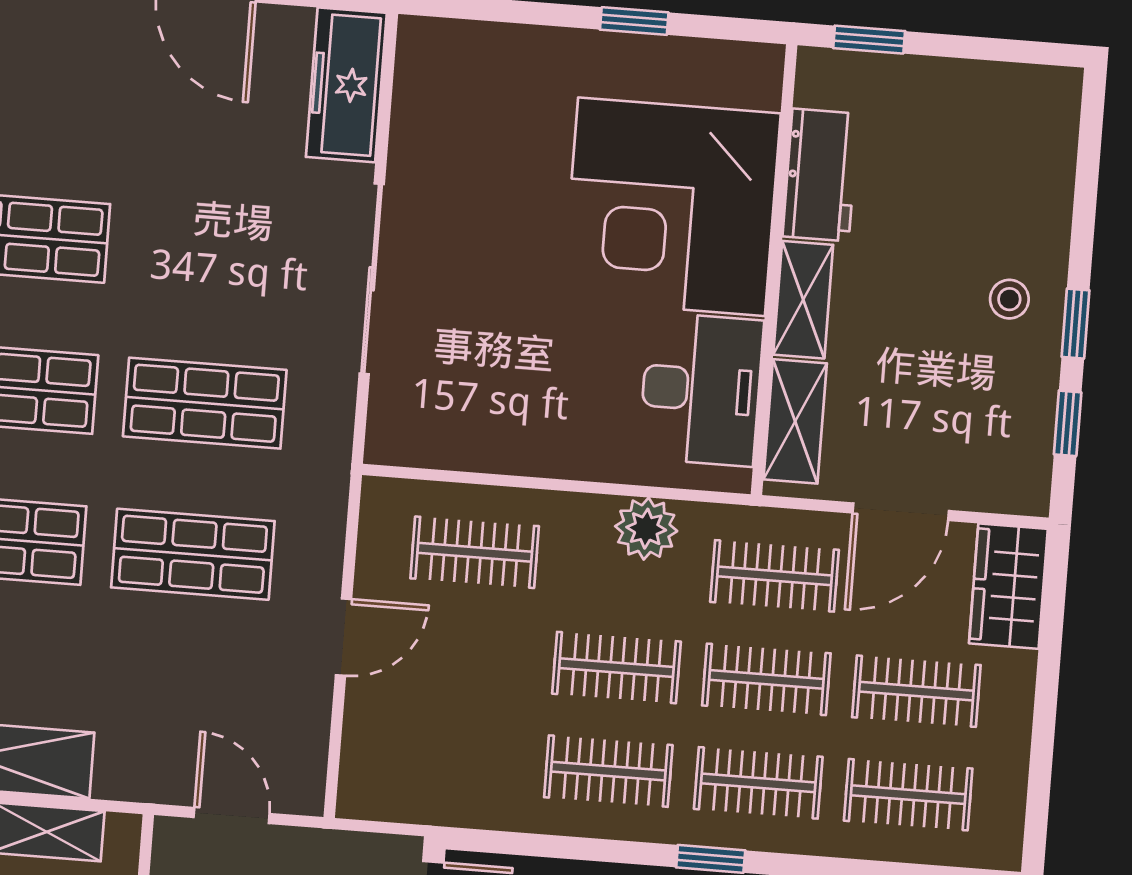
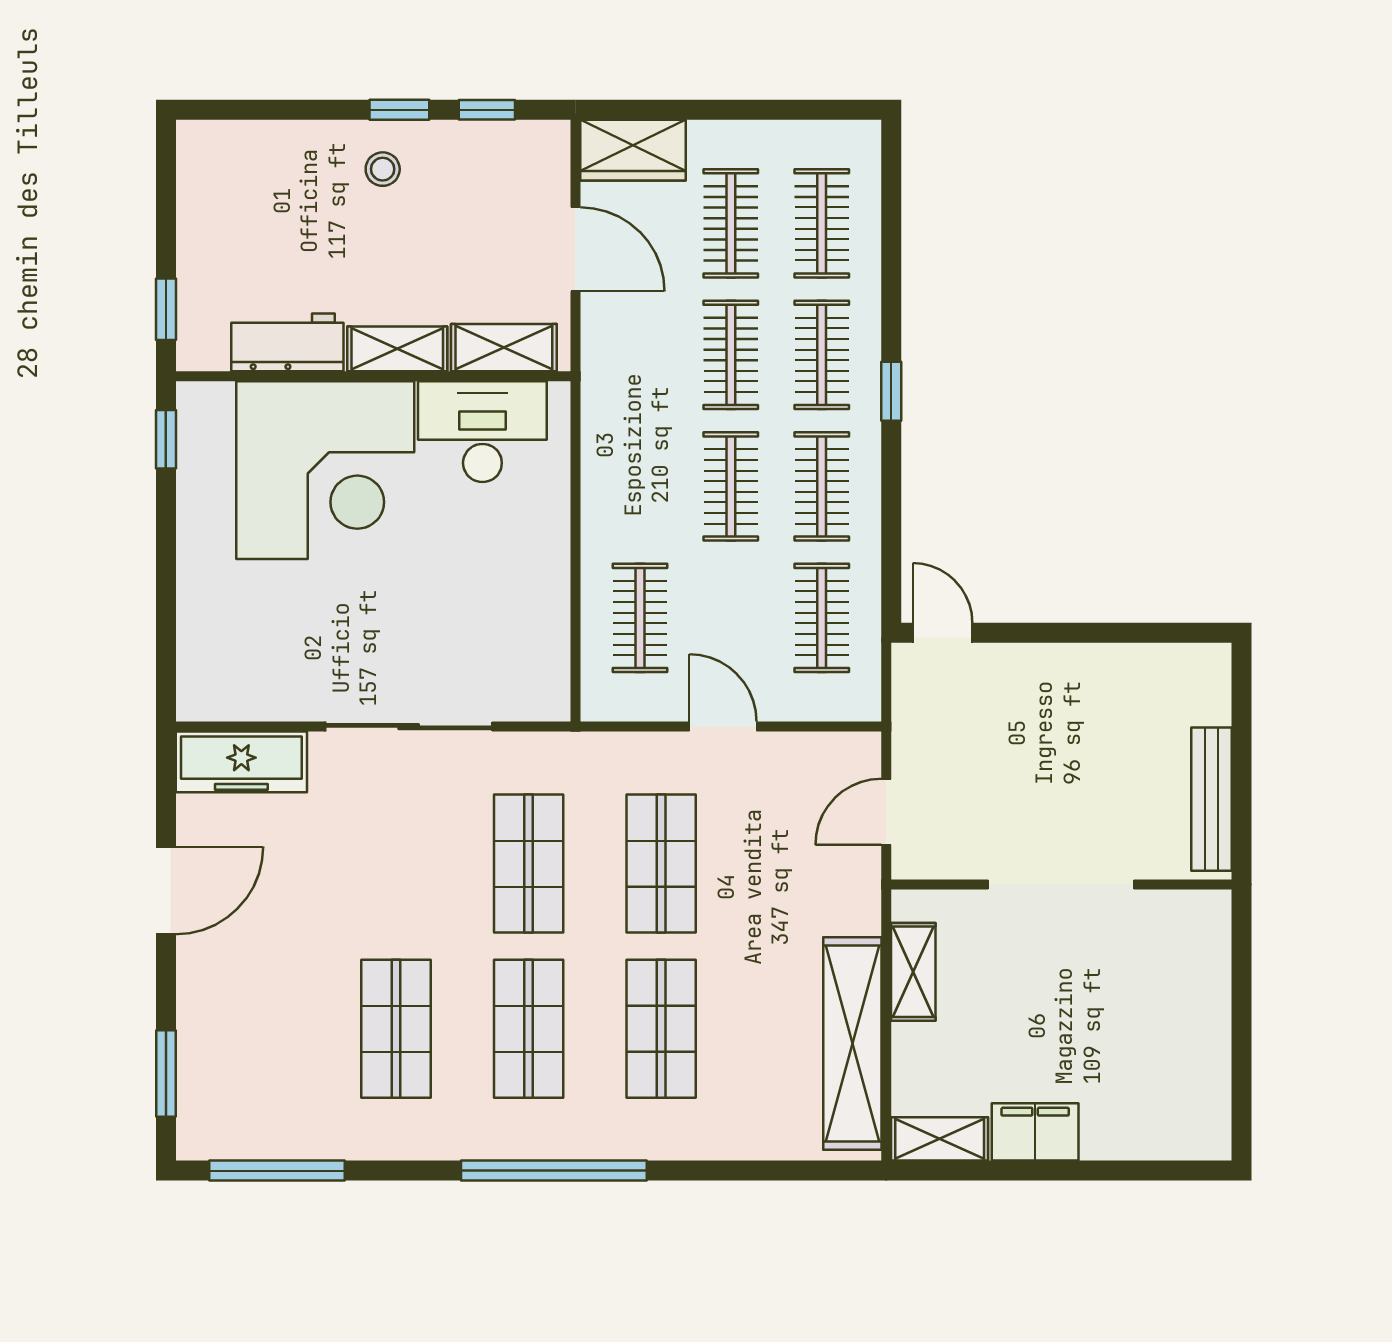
window: (634, 21) -> (166, 439), moved
plant: (646, 529) -> (608, 470), removed
clothes rail: (775, 576) -> (822, 618), moved

